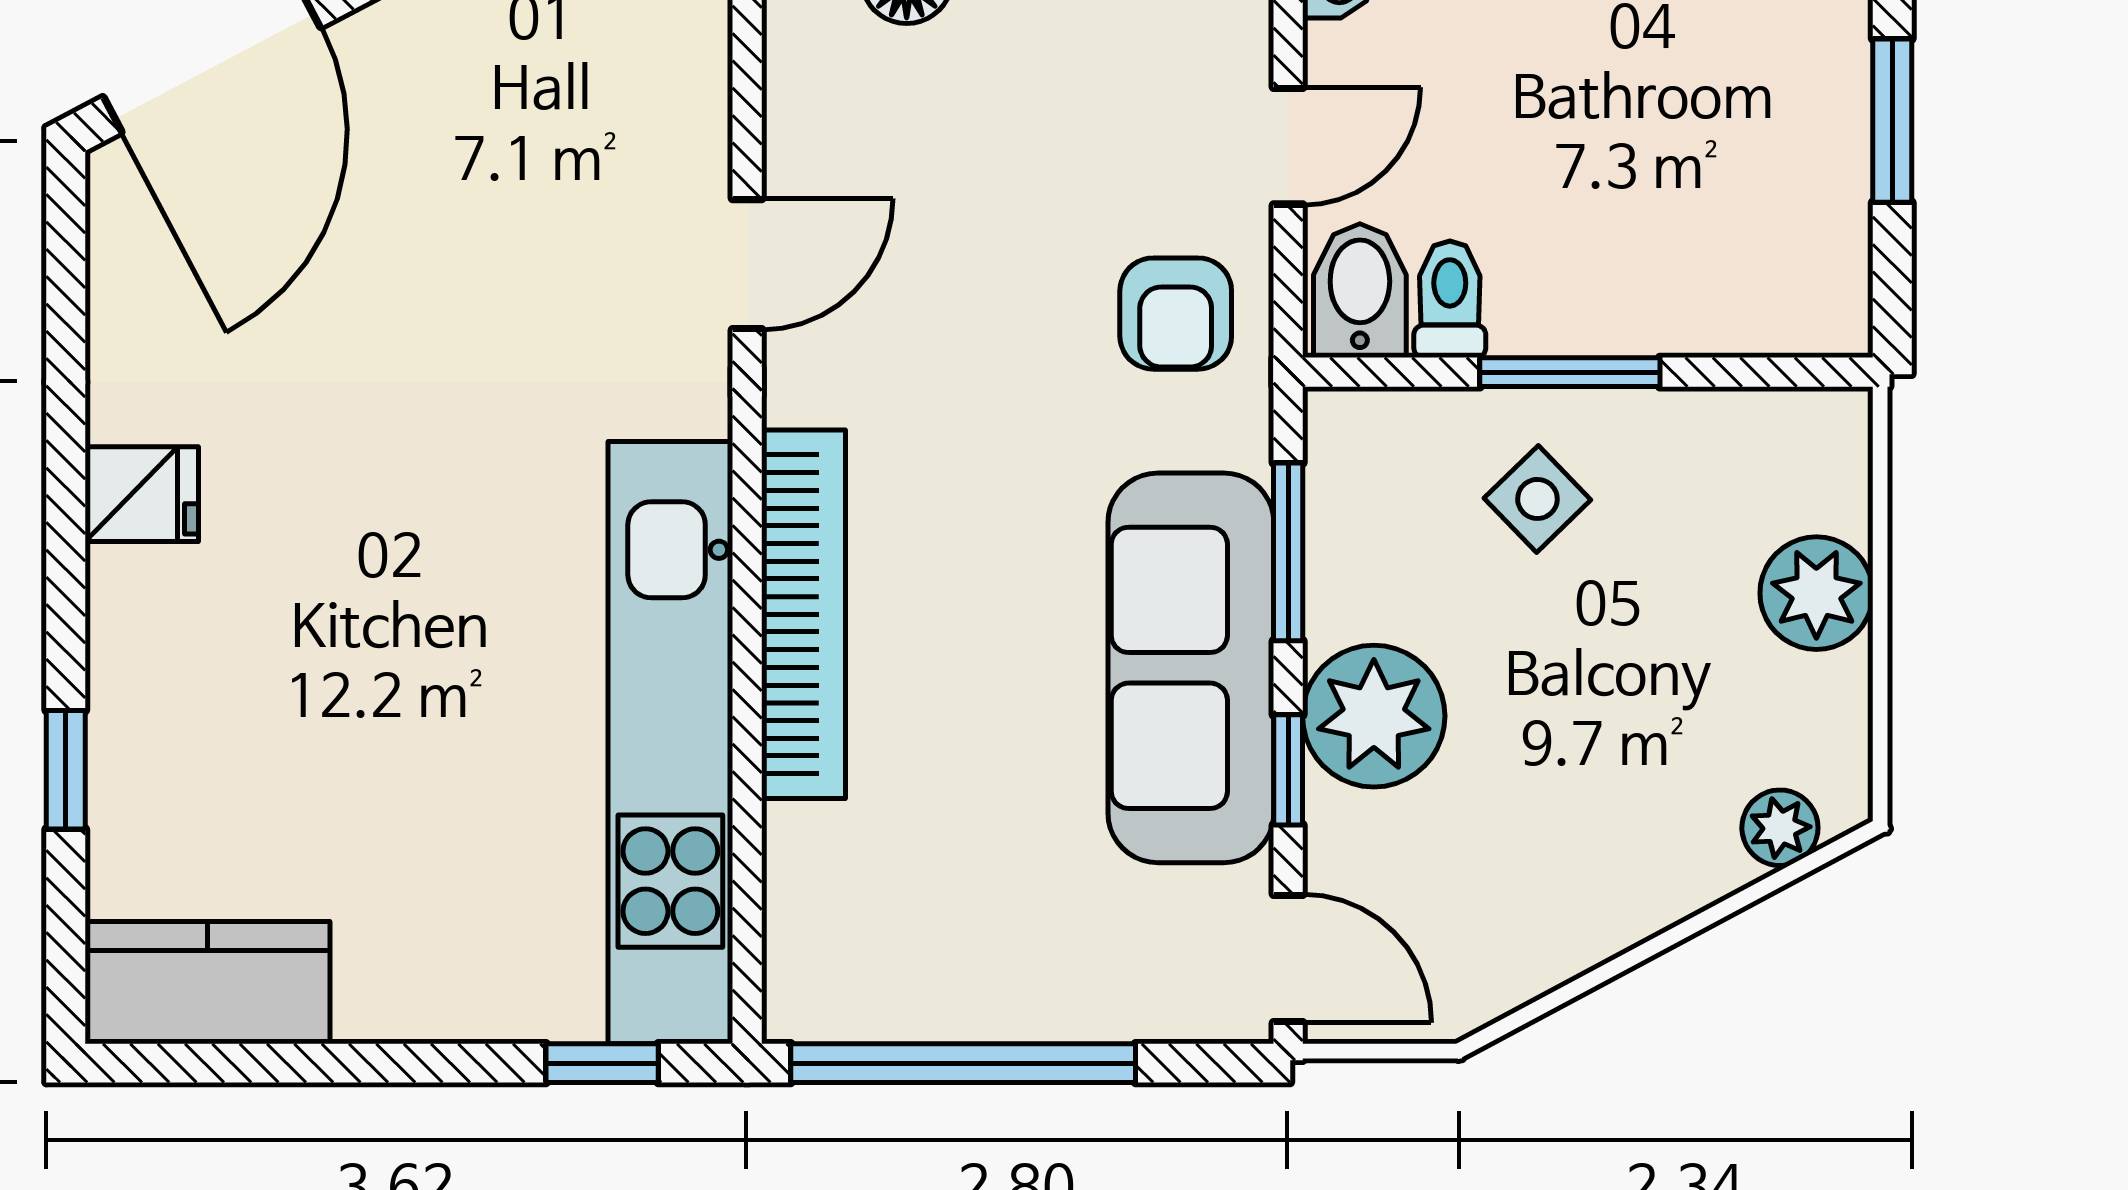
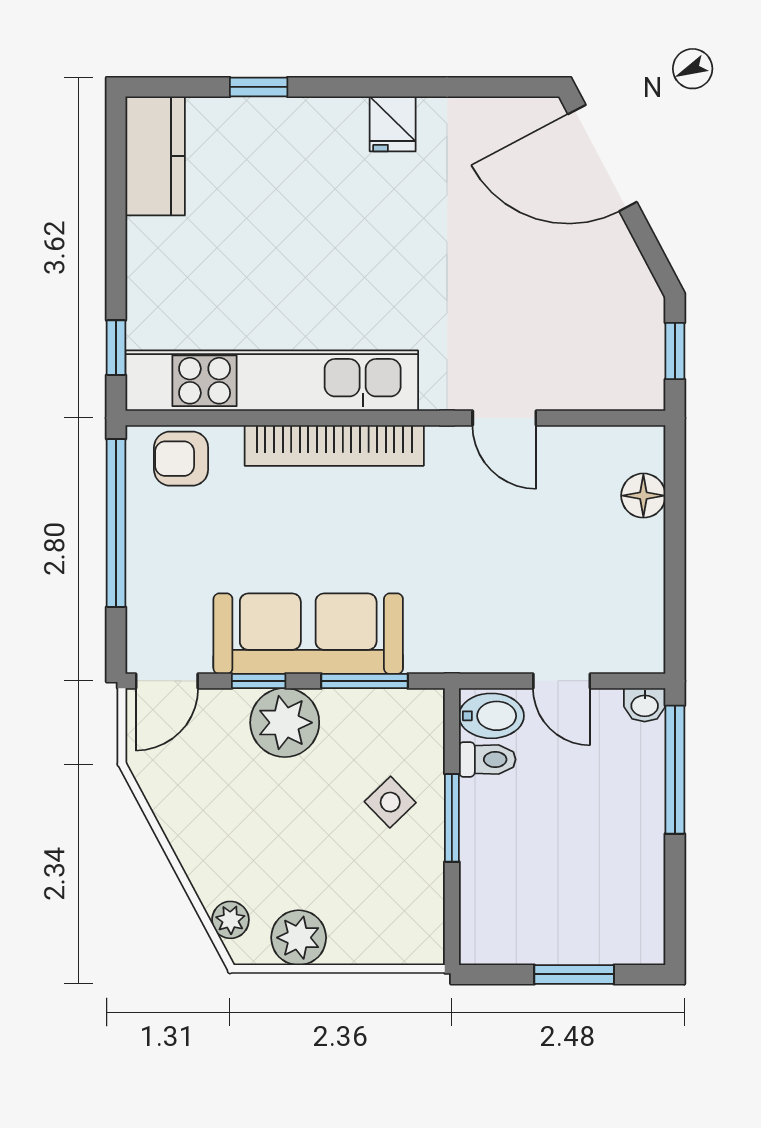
armchair: (1176, 314) -> (181, 459), moved
plant: (1816, 593) -> (299, 938), moved

